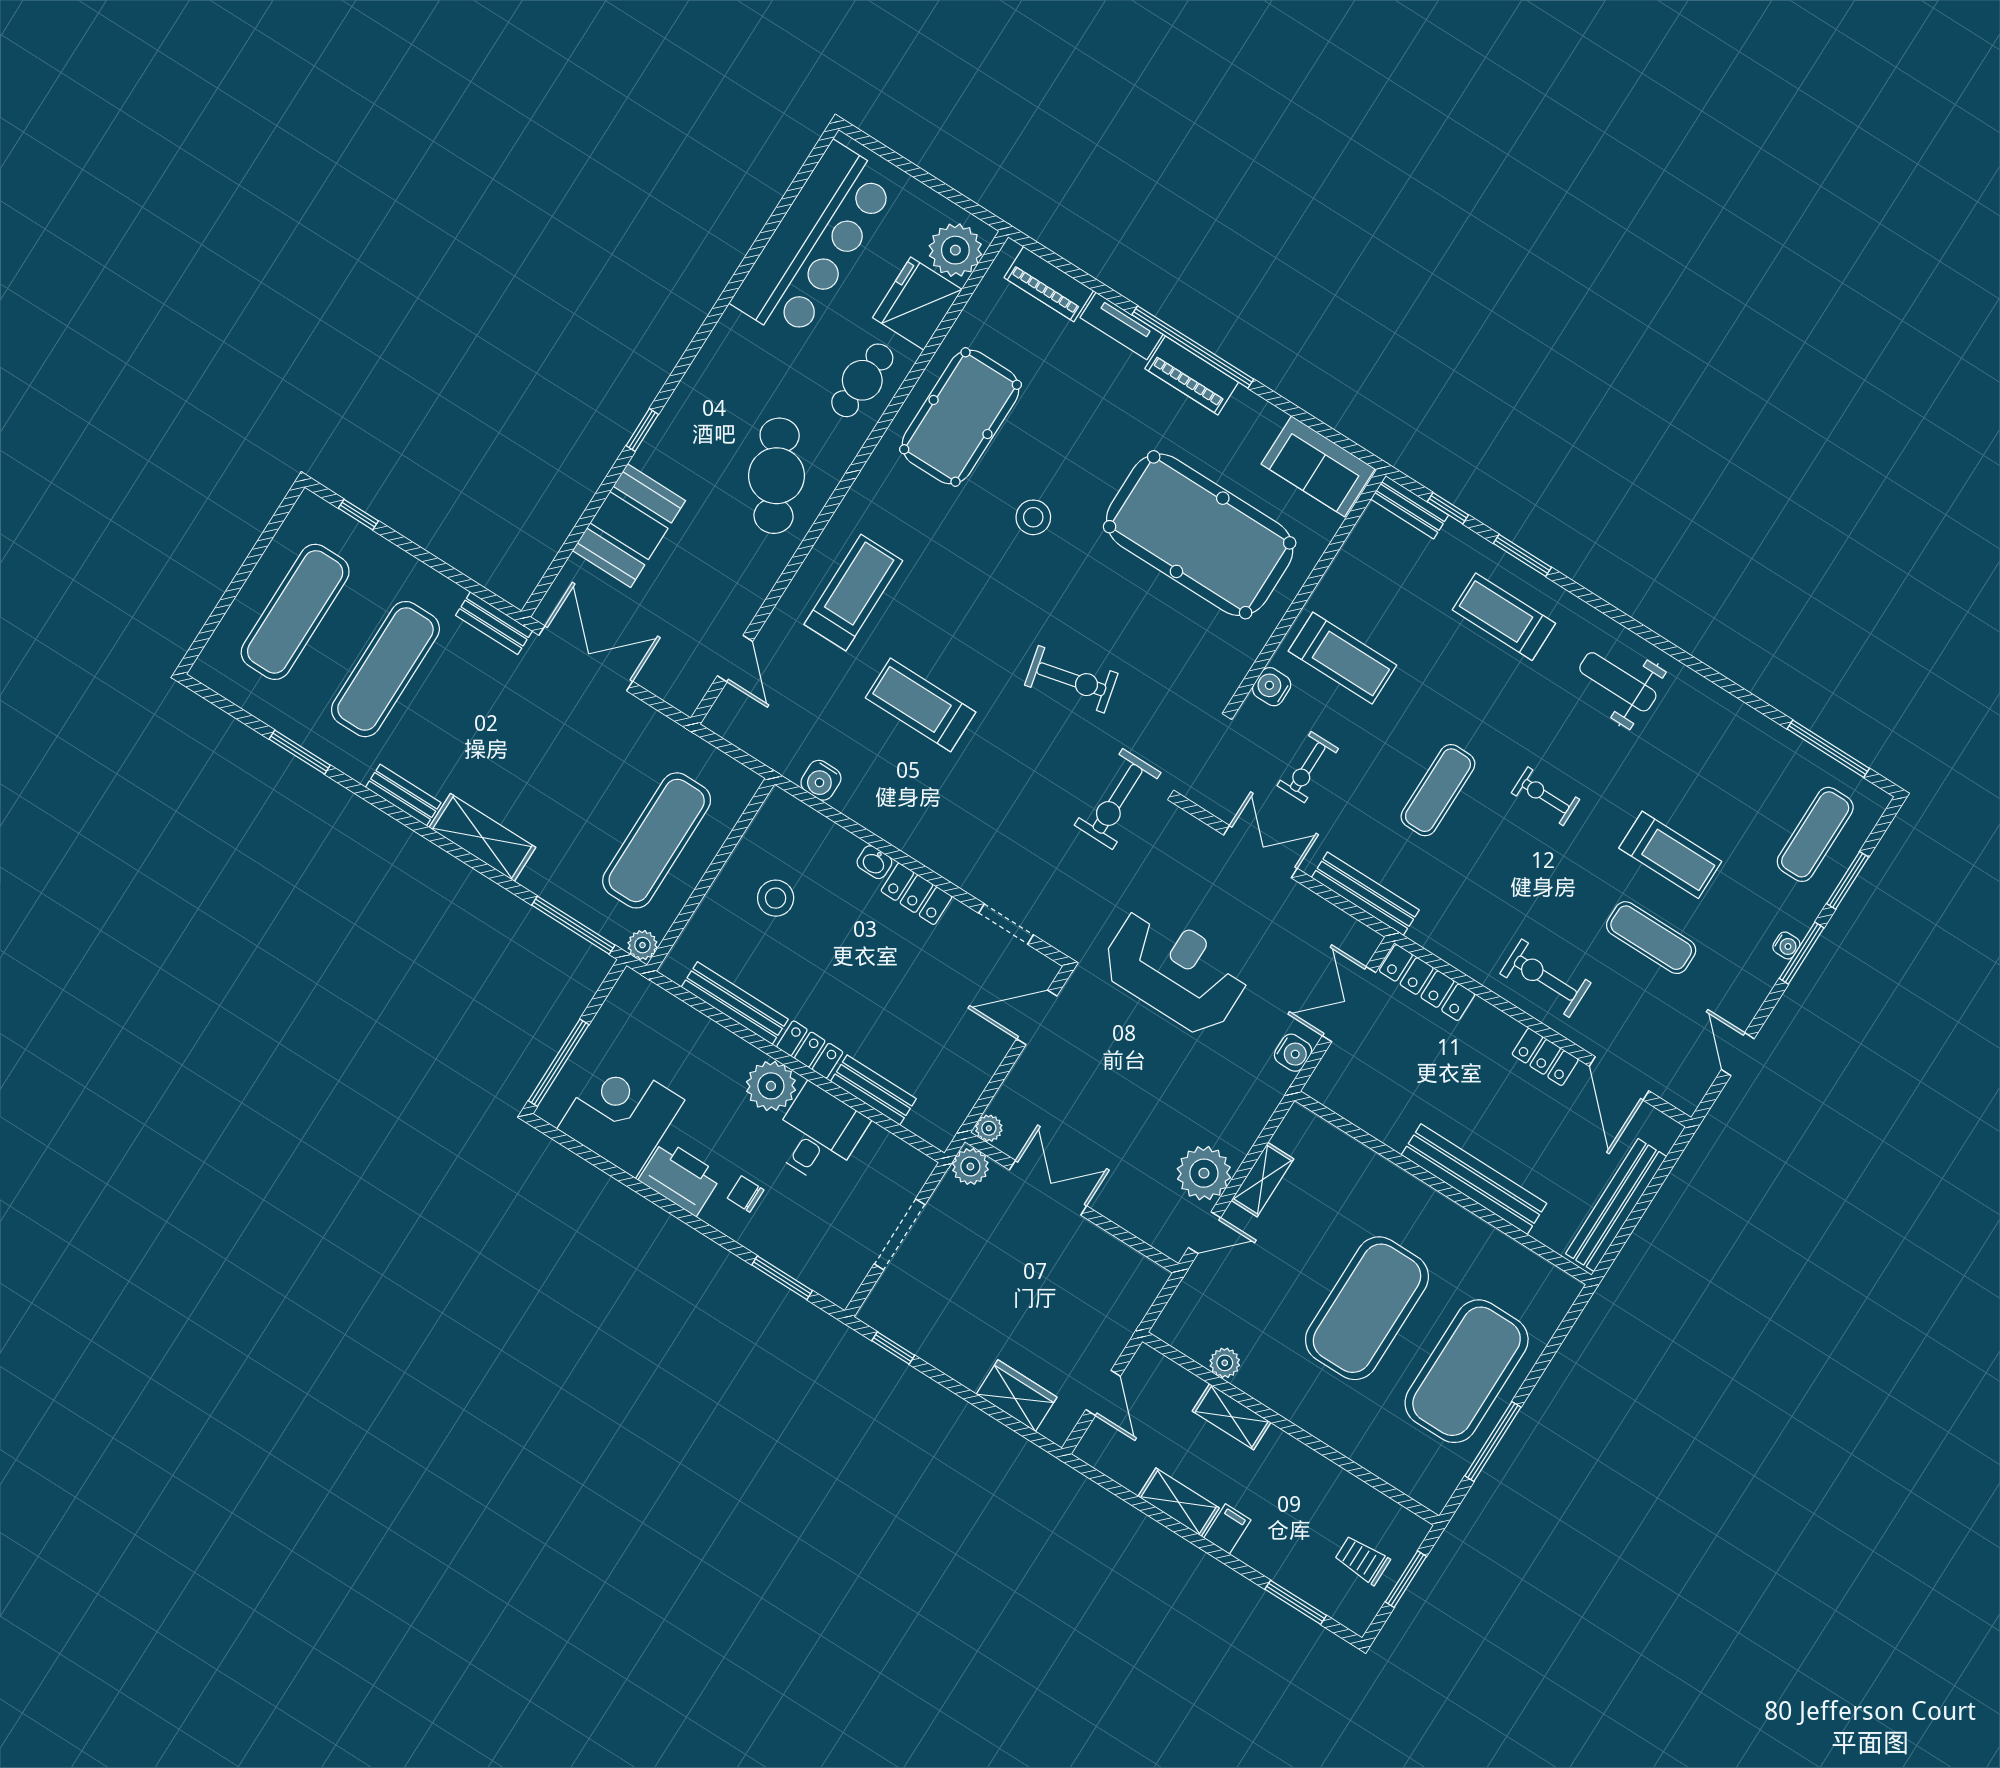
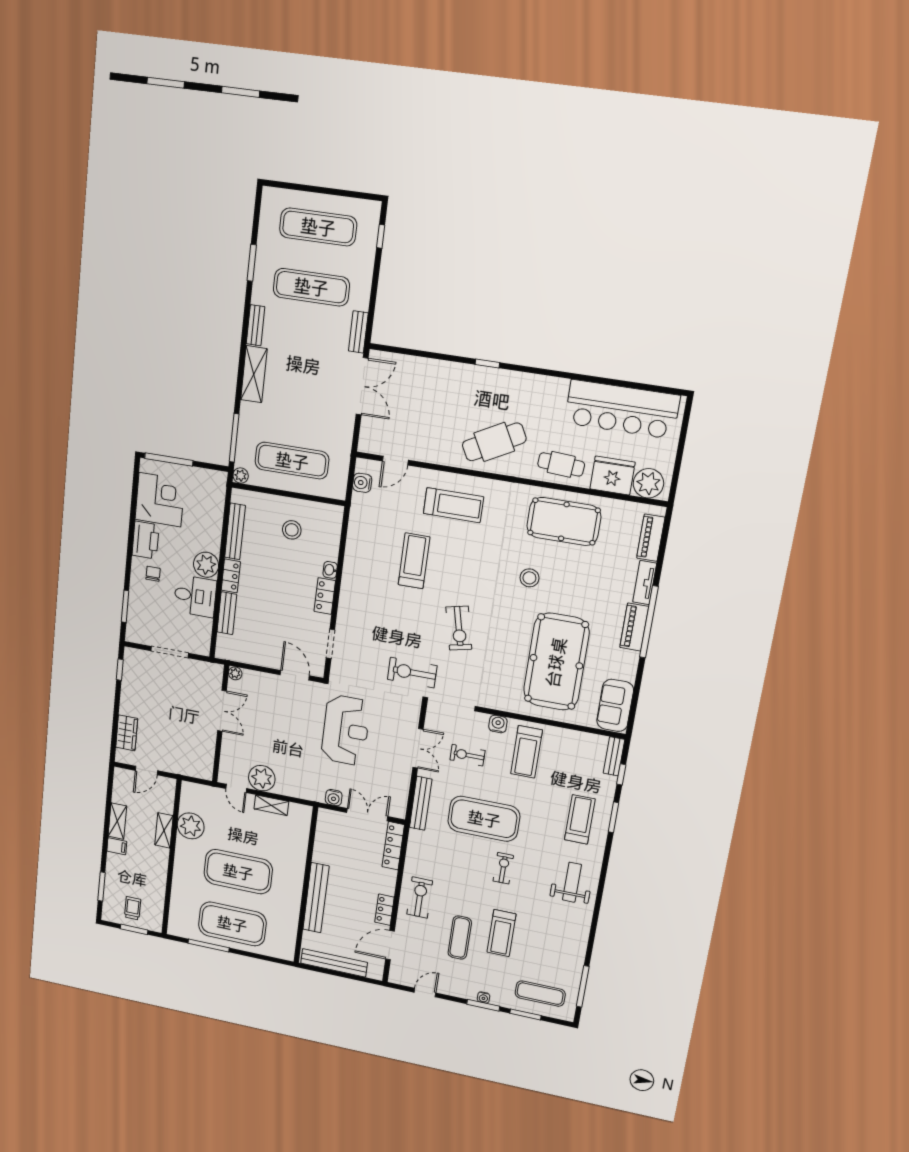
booth: (629, 526) -> (437, 378), removed
water cooler: (821, 780) -> (362, 483), moved
exercise mat: (1438, 790) -> (484, 819), width x2.00, depth x1.45
plant: (970, 1167) -> (214, 672), removed
plant: (1225, 1363) -> (191, 826), width x1.87, depth x1.87

